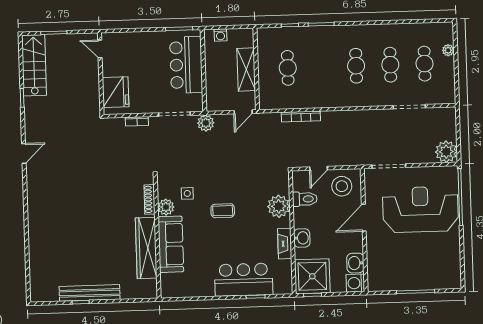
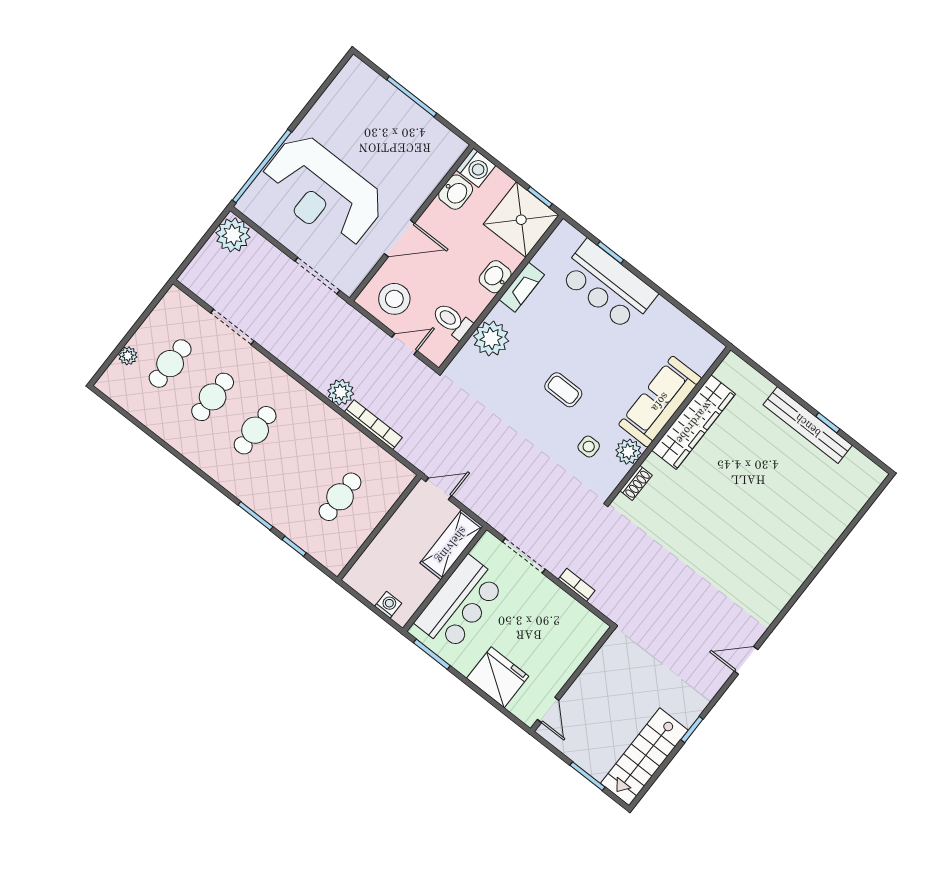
shelving: (246, 70) -> (451, 545), moved
fridge: (116, 92) -> (498, 677), moved, turned 90
plant: (206, 123) -> (341, 392), moved
shoe rack: (150, 199) -> (636, 483), width x0.70

